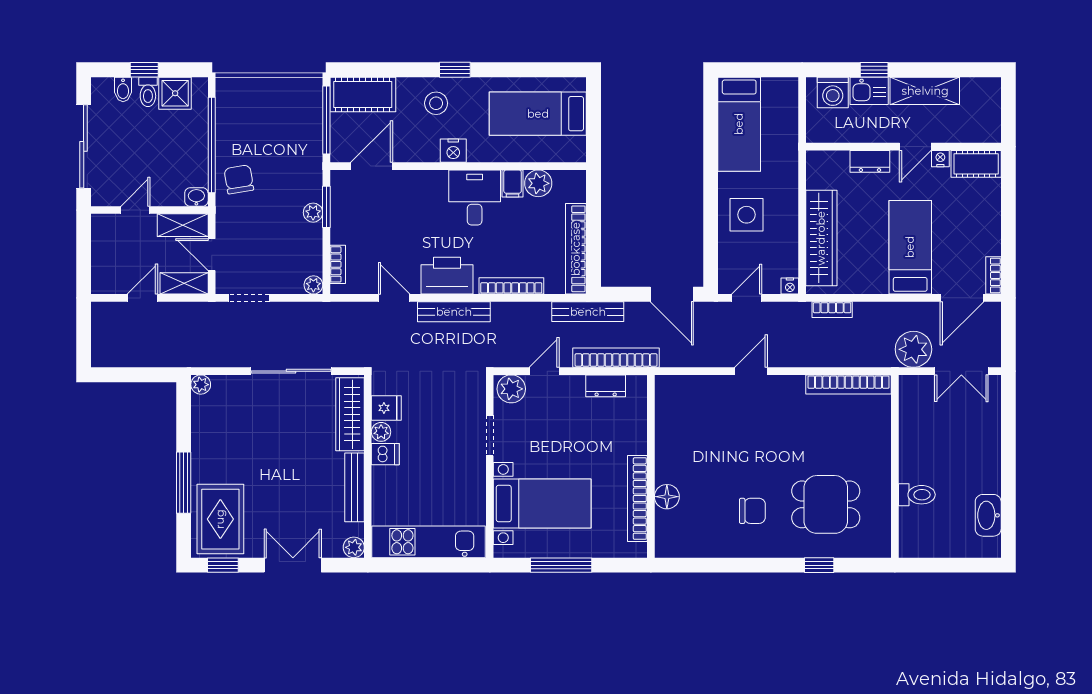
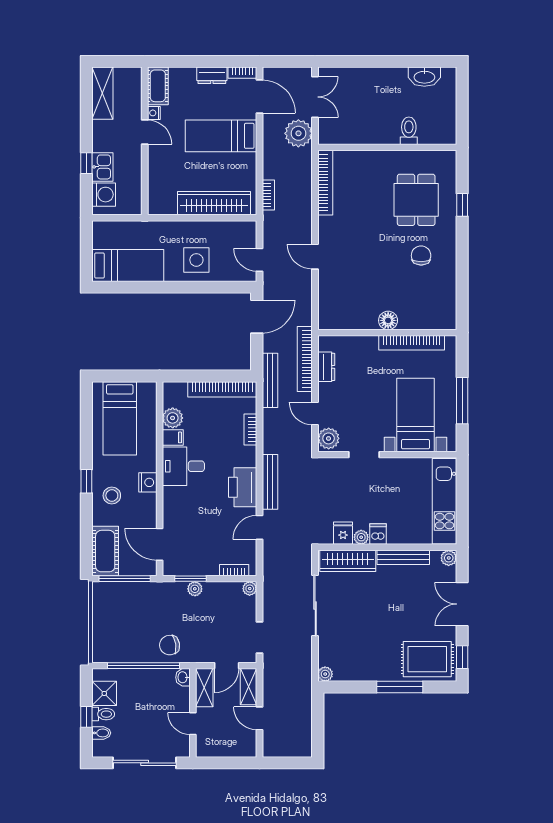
shelving: (925, 91) -> (102, 93), moved
dresser: (870, 161) -> (212, 75), moved, turned 90
bookcase: (511, 286) -> (250, 430), width x0.64
nightstand: (790, 286) -> (251, 227), removed
floor lamp: (667, 497) -> (388, 320), moved

